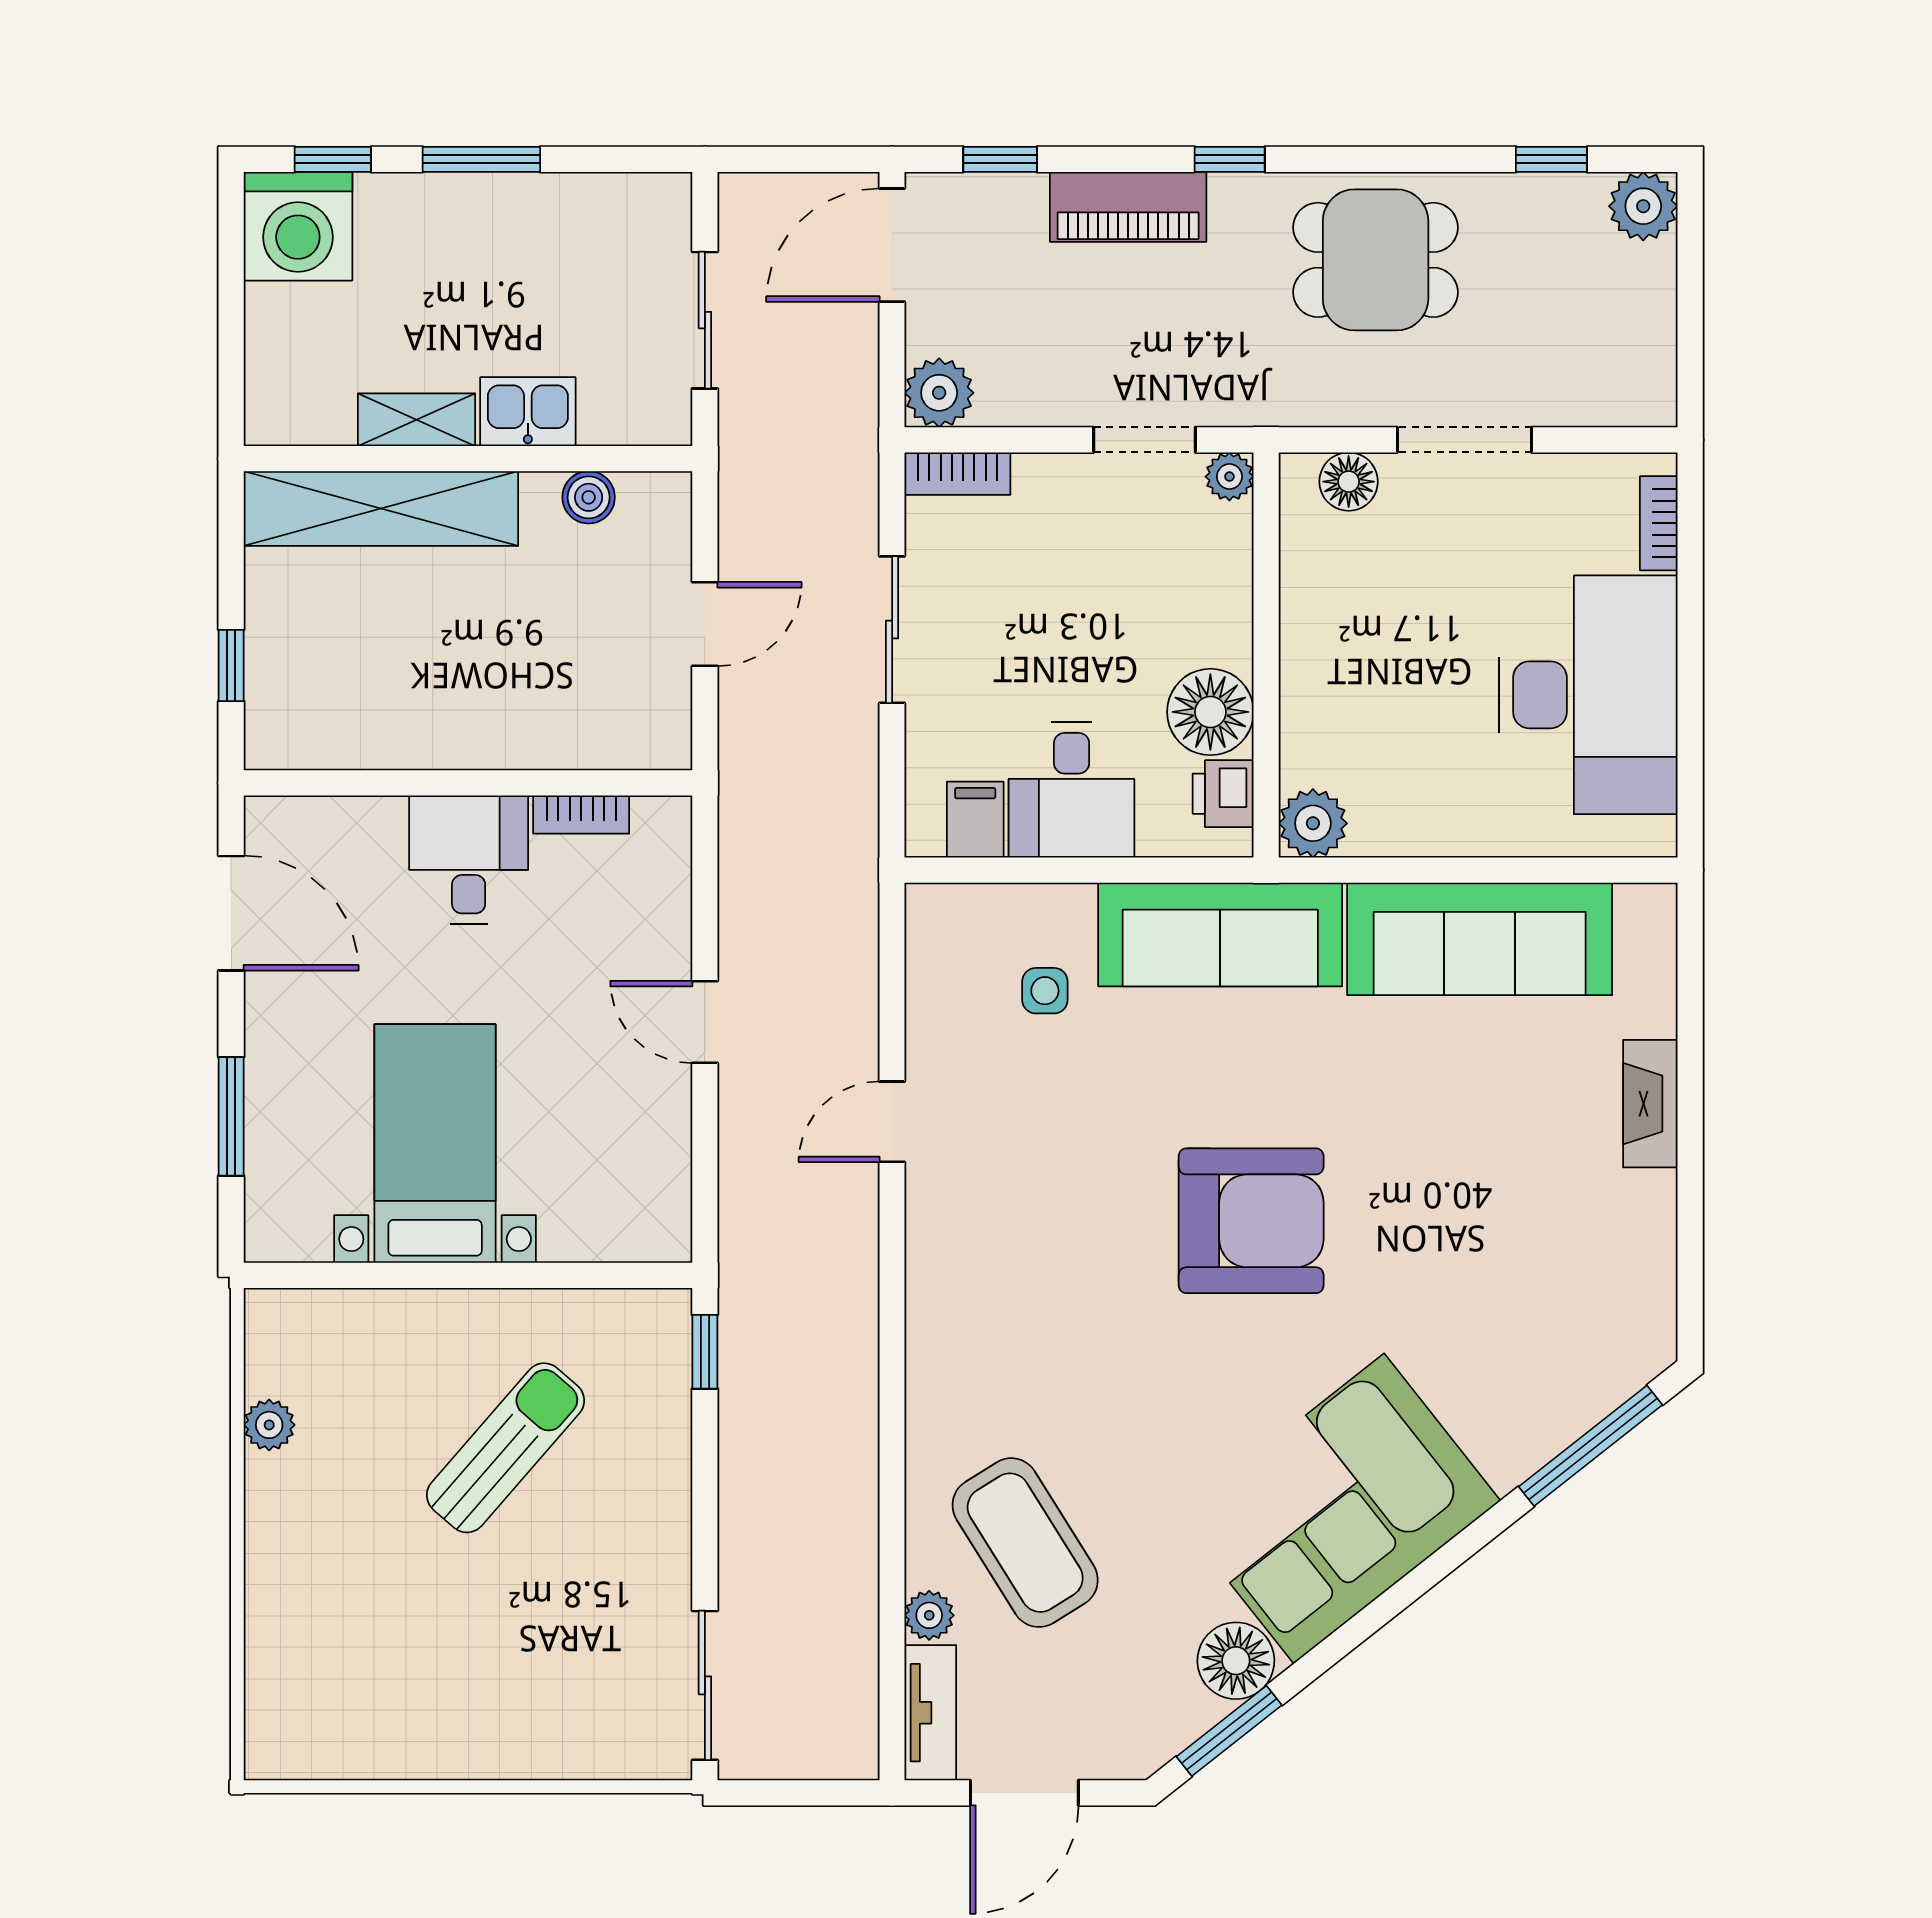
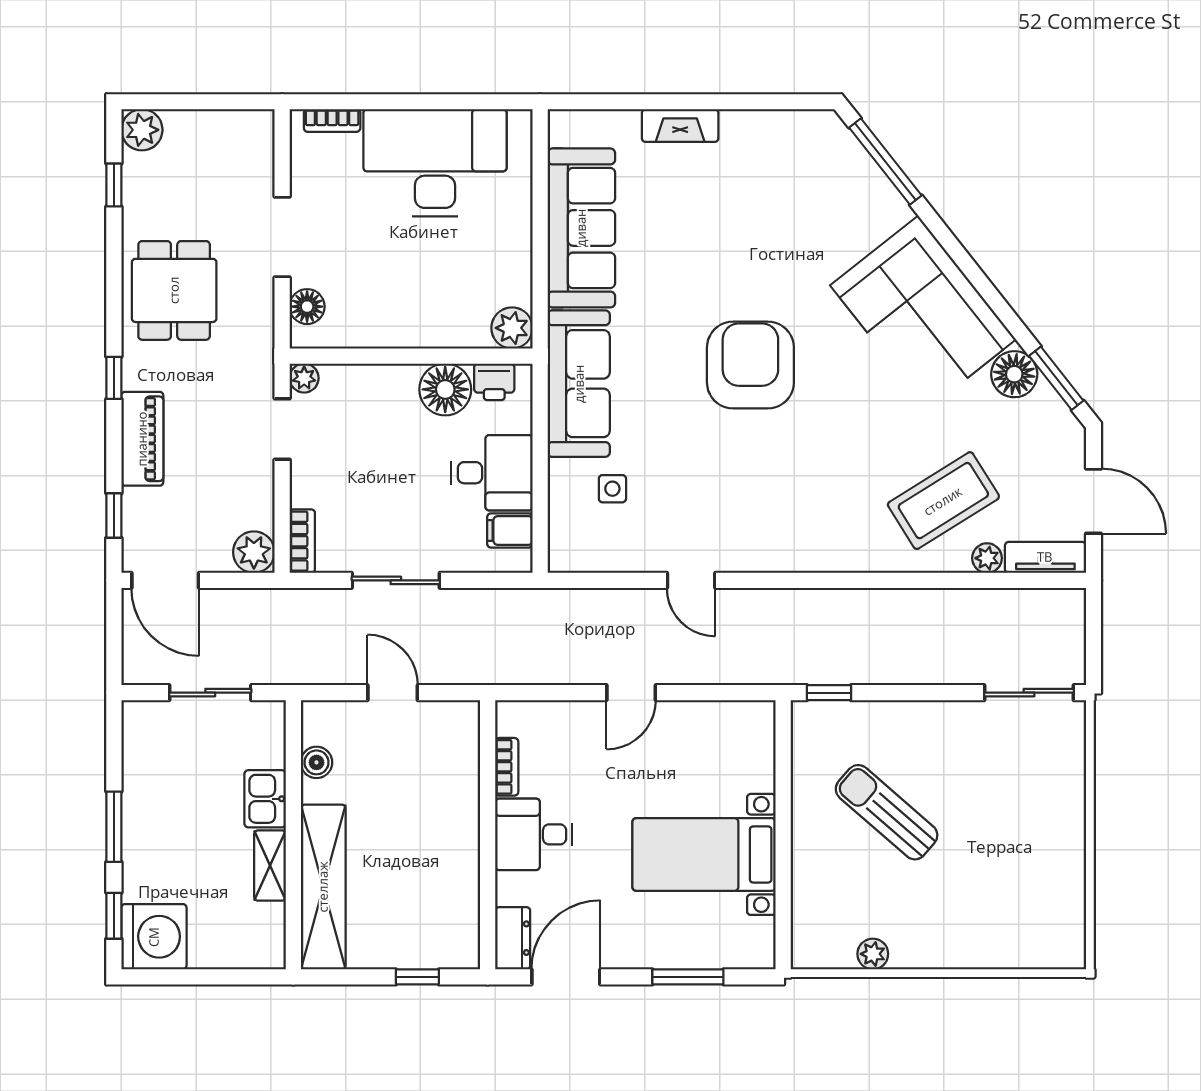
dresser: (295, 824) -> (513, 938), added

